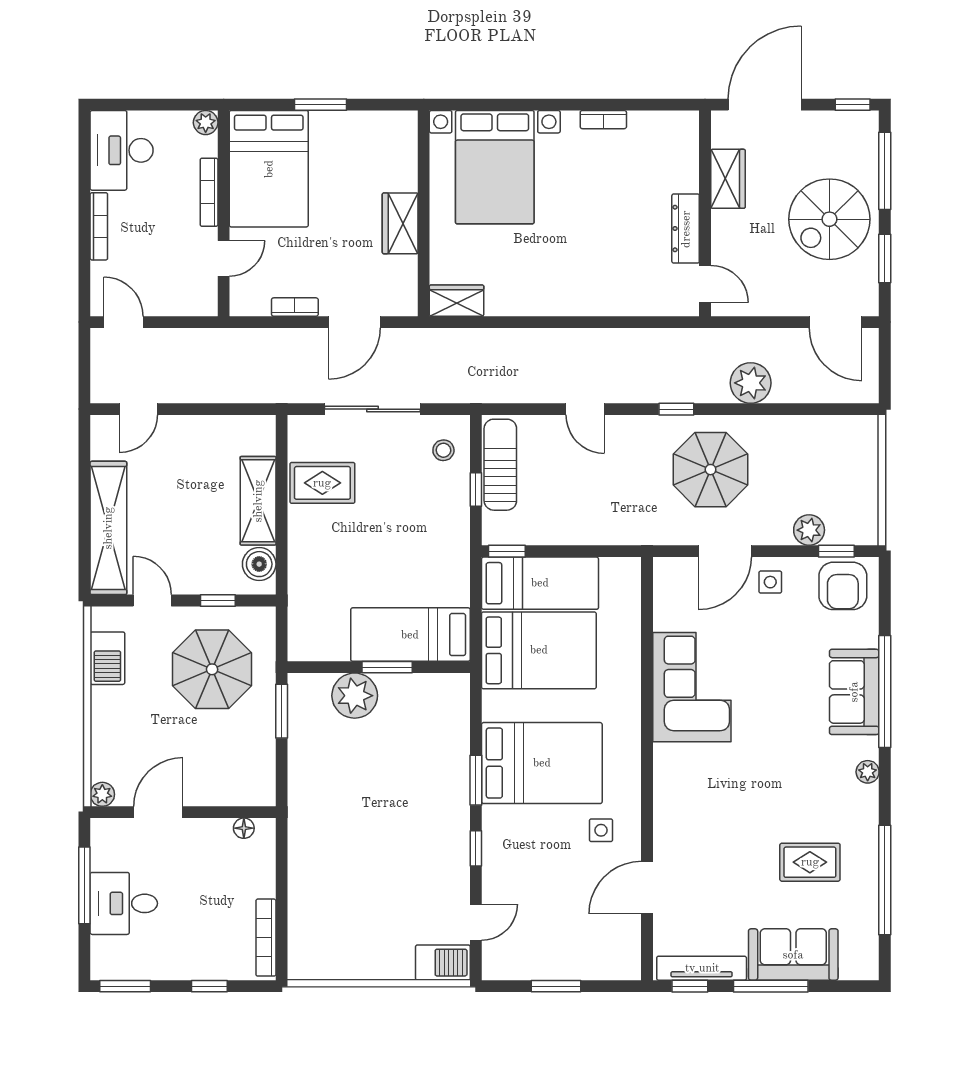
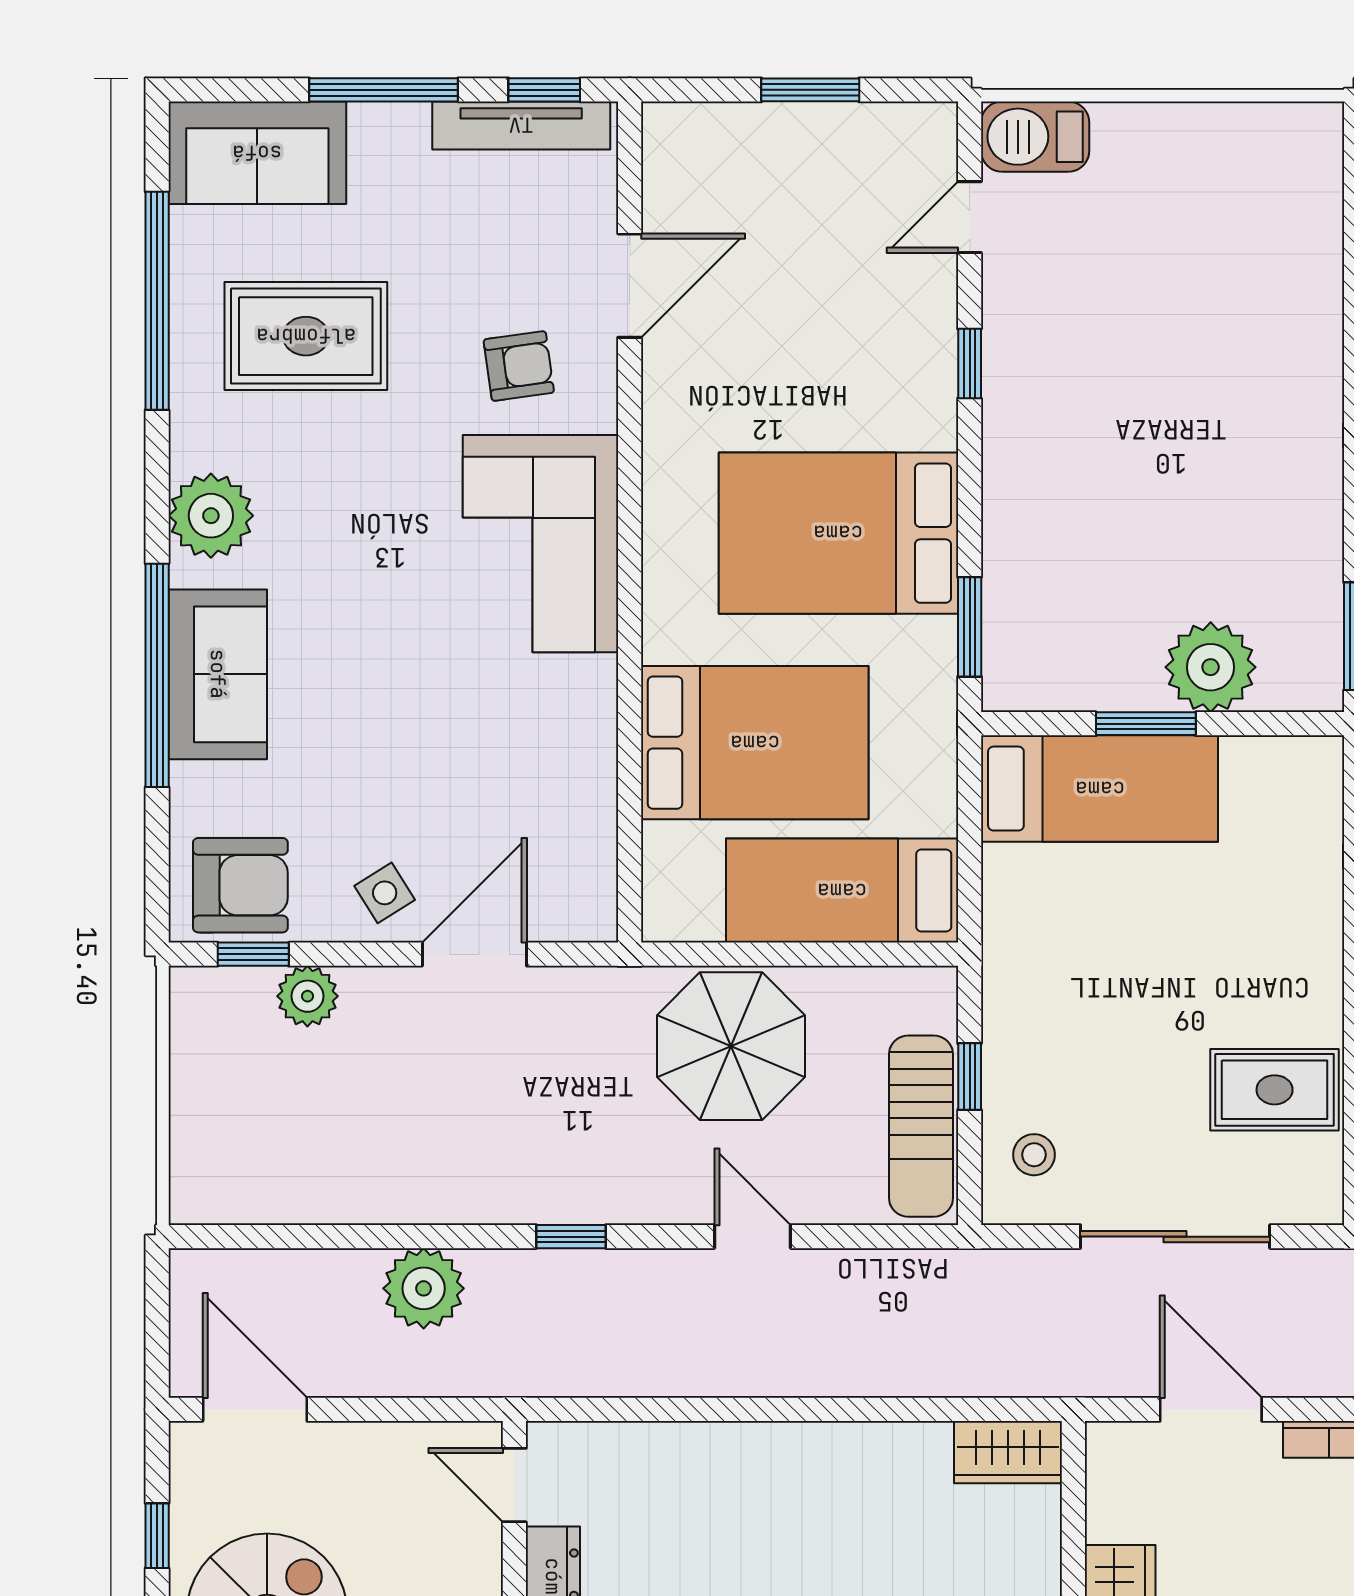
window: (885, 259) -> (157, 1536), width x0.67
door: (354, 322) -> (1211, 1409), hinge flipped
parasol: (711, 470) -> (731, 1046), moved
window: (507, 551) -> (908, 954), removed
side table: (770, 582) -> (385, 893), turned -32
armchair: (843, 586) -> (240, 885), turned 90
bed: (539, 650) -> (755, 743), moved, turned 180
corner sofa: (692, 687) -> (540, 544), moved
plant: (868, 772) -> (211, 516), width x1.87, depth x1.87
window: (476, 780) -> (970, 627), moved
side table: (601, 830) -> (721, 400), removed
armchair: (703, 847) -> (519, 366), added
rug: (810, 862) -> (306, 336), width x1.36, depth x1.43
sofa: (793, 955) -> (257, 153), moved

